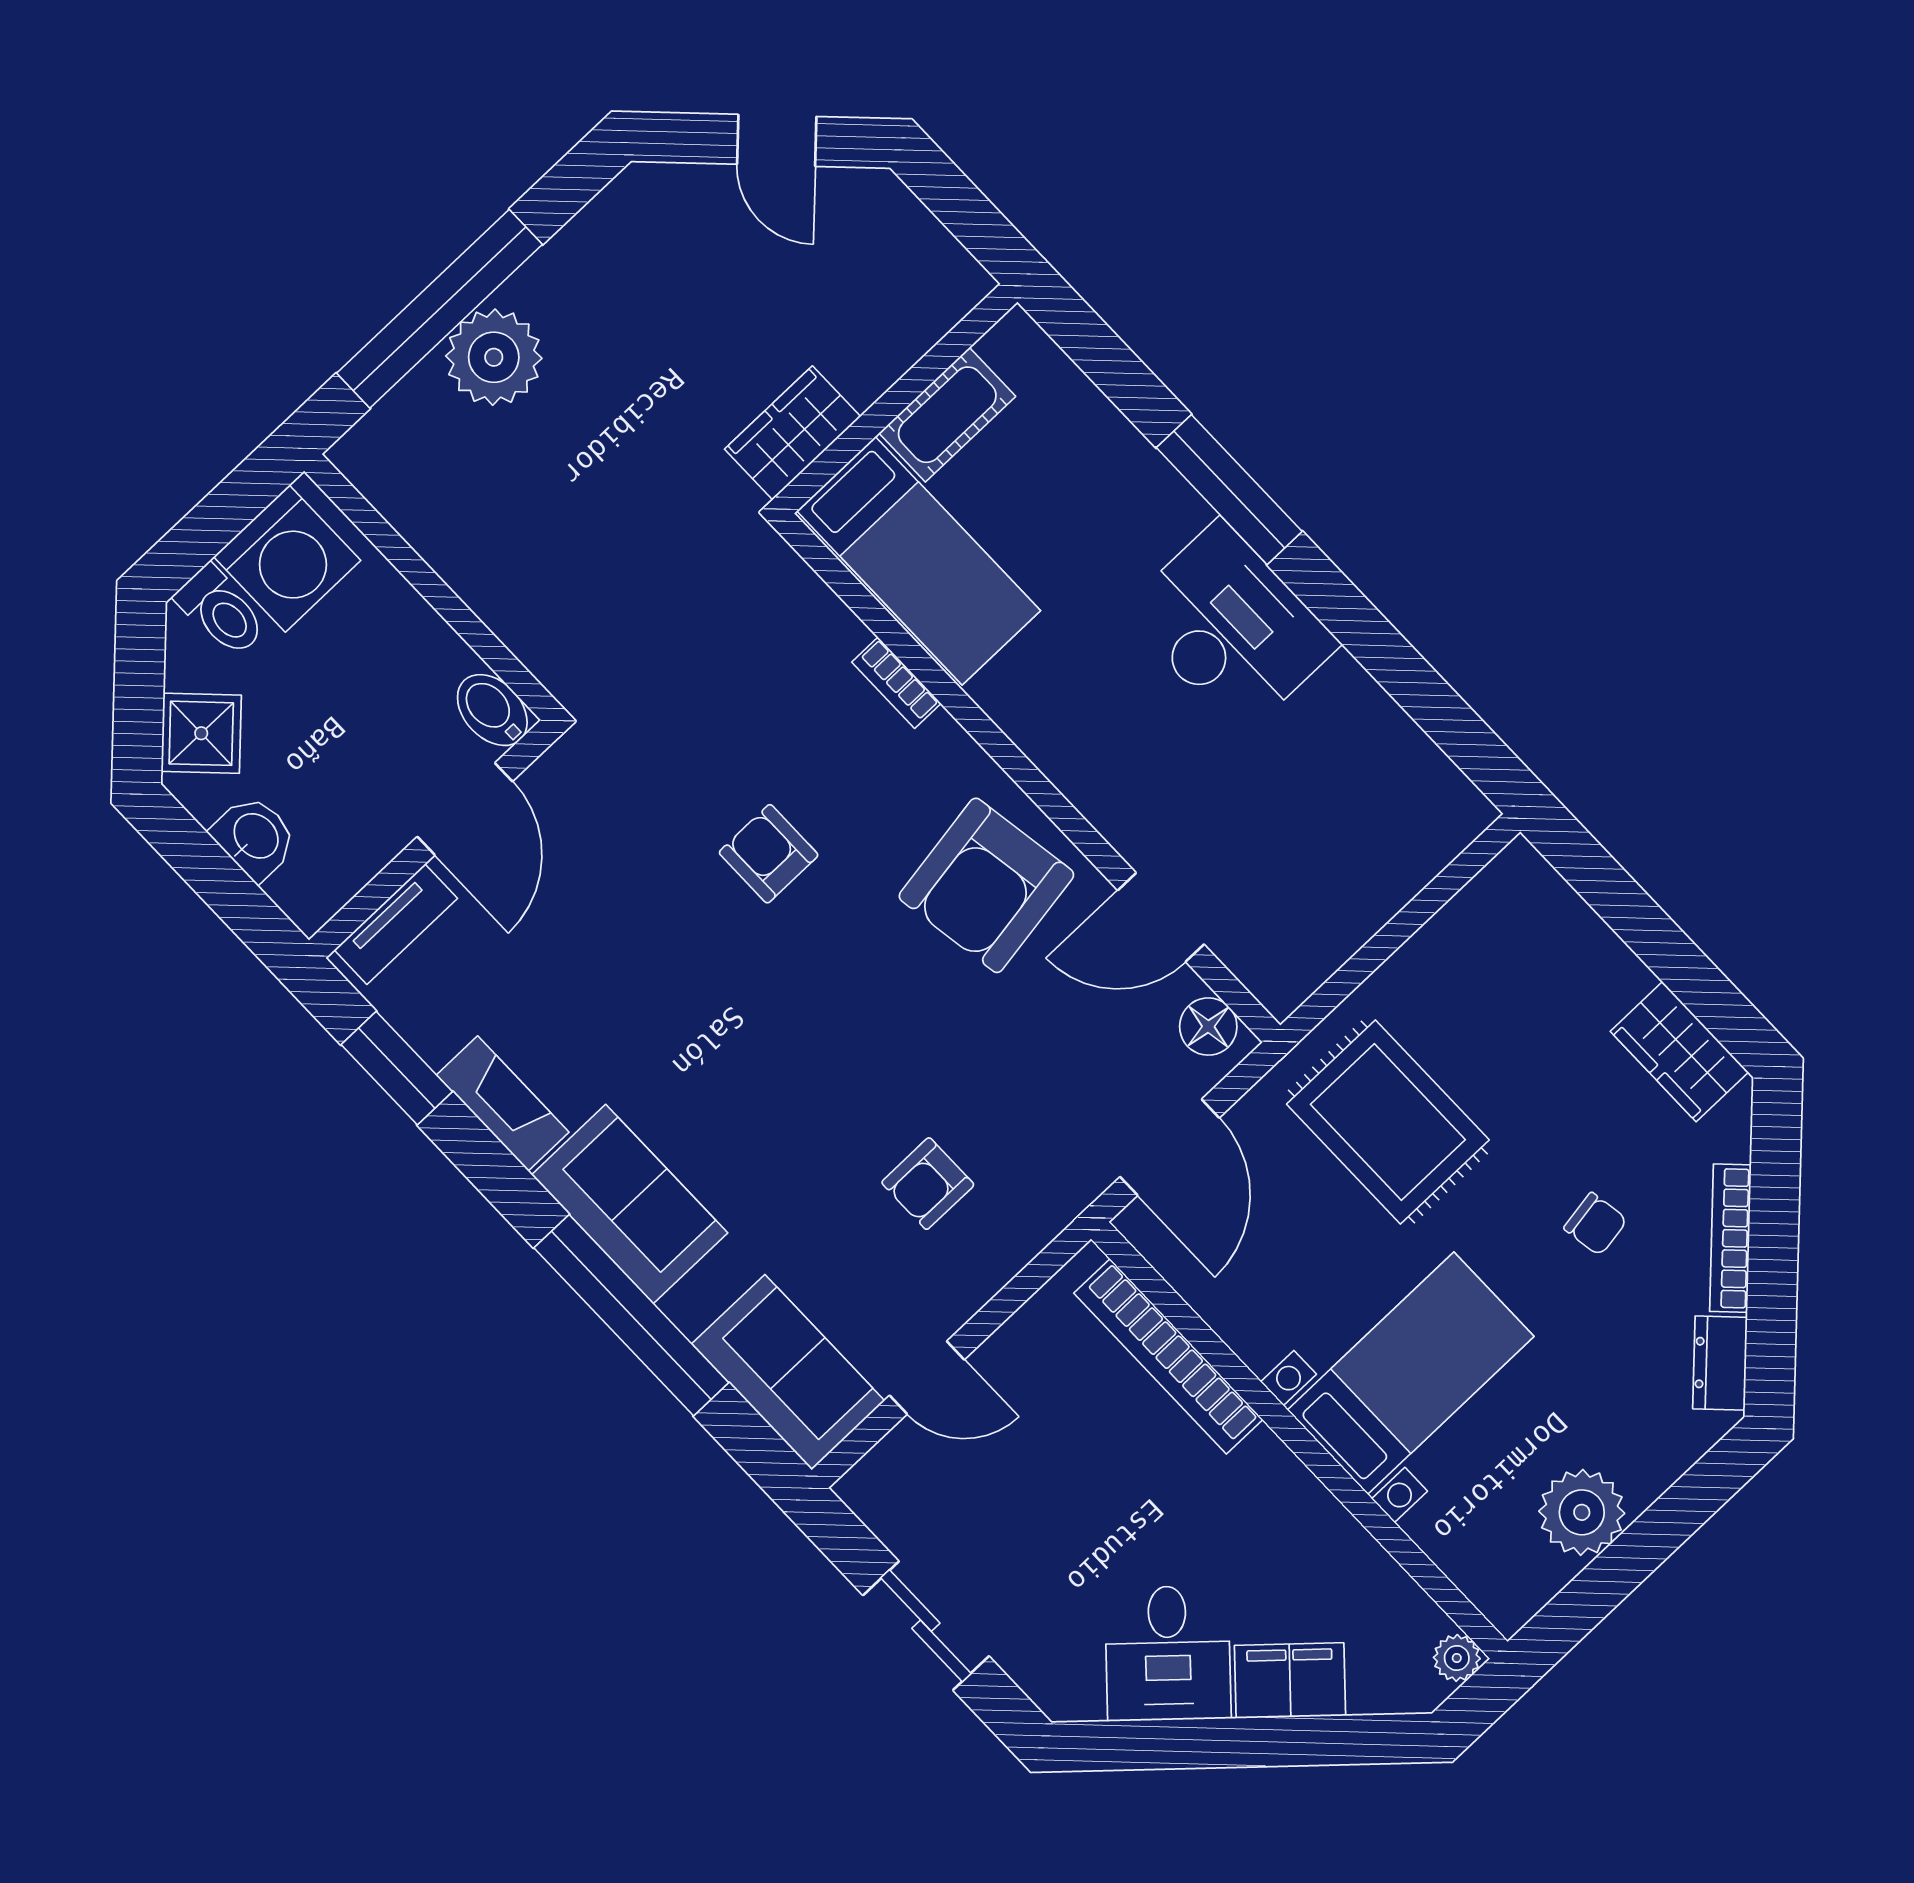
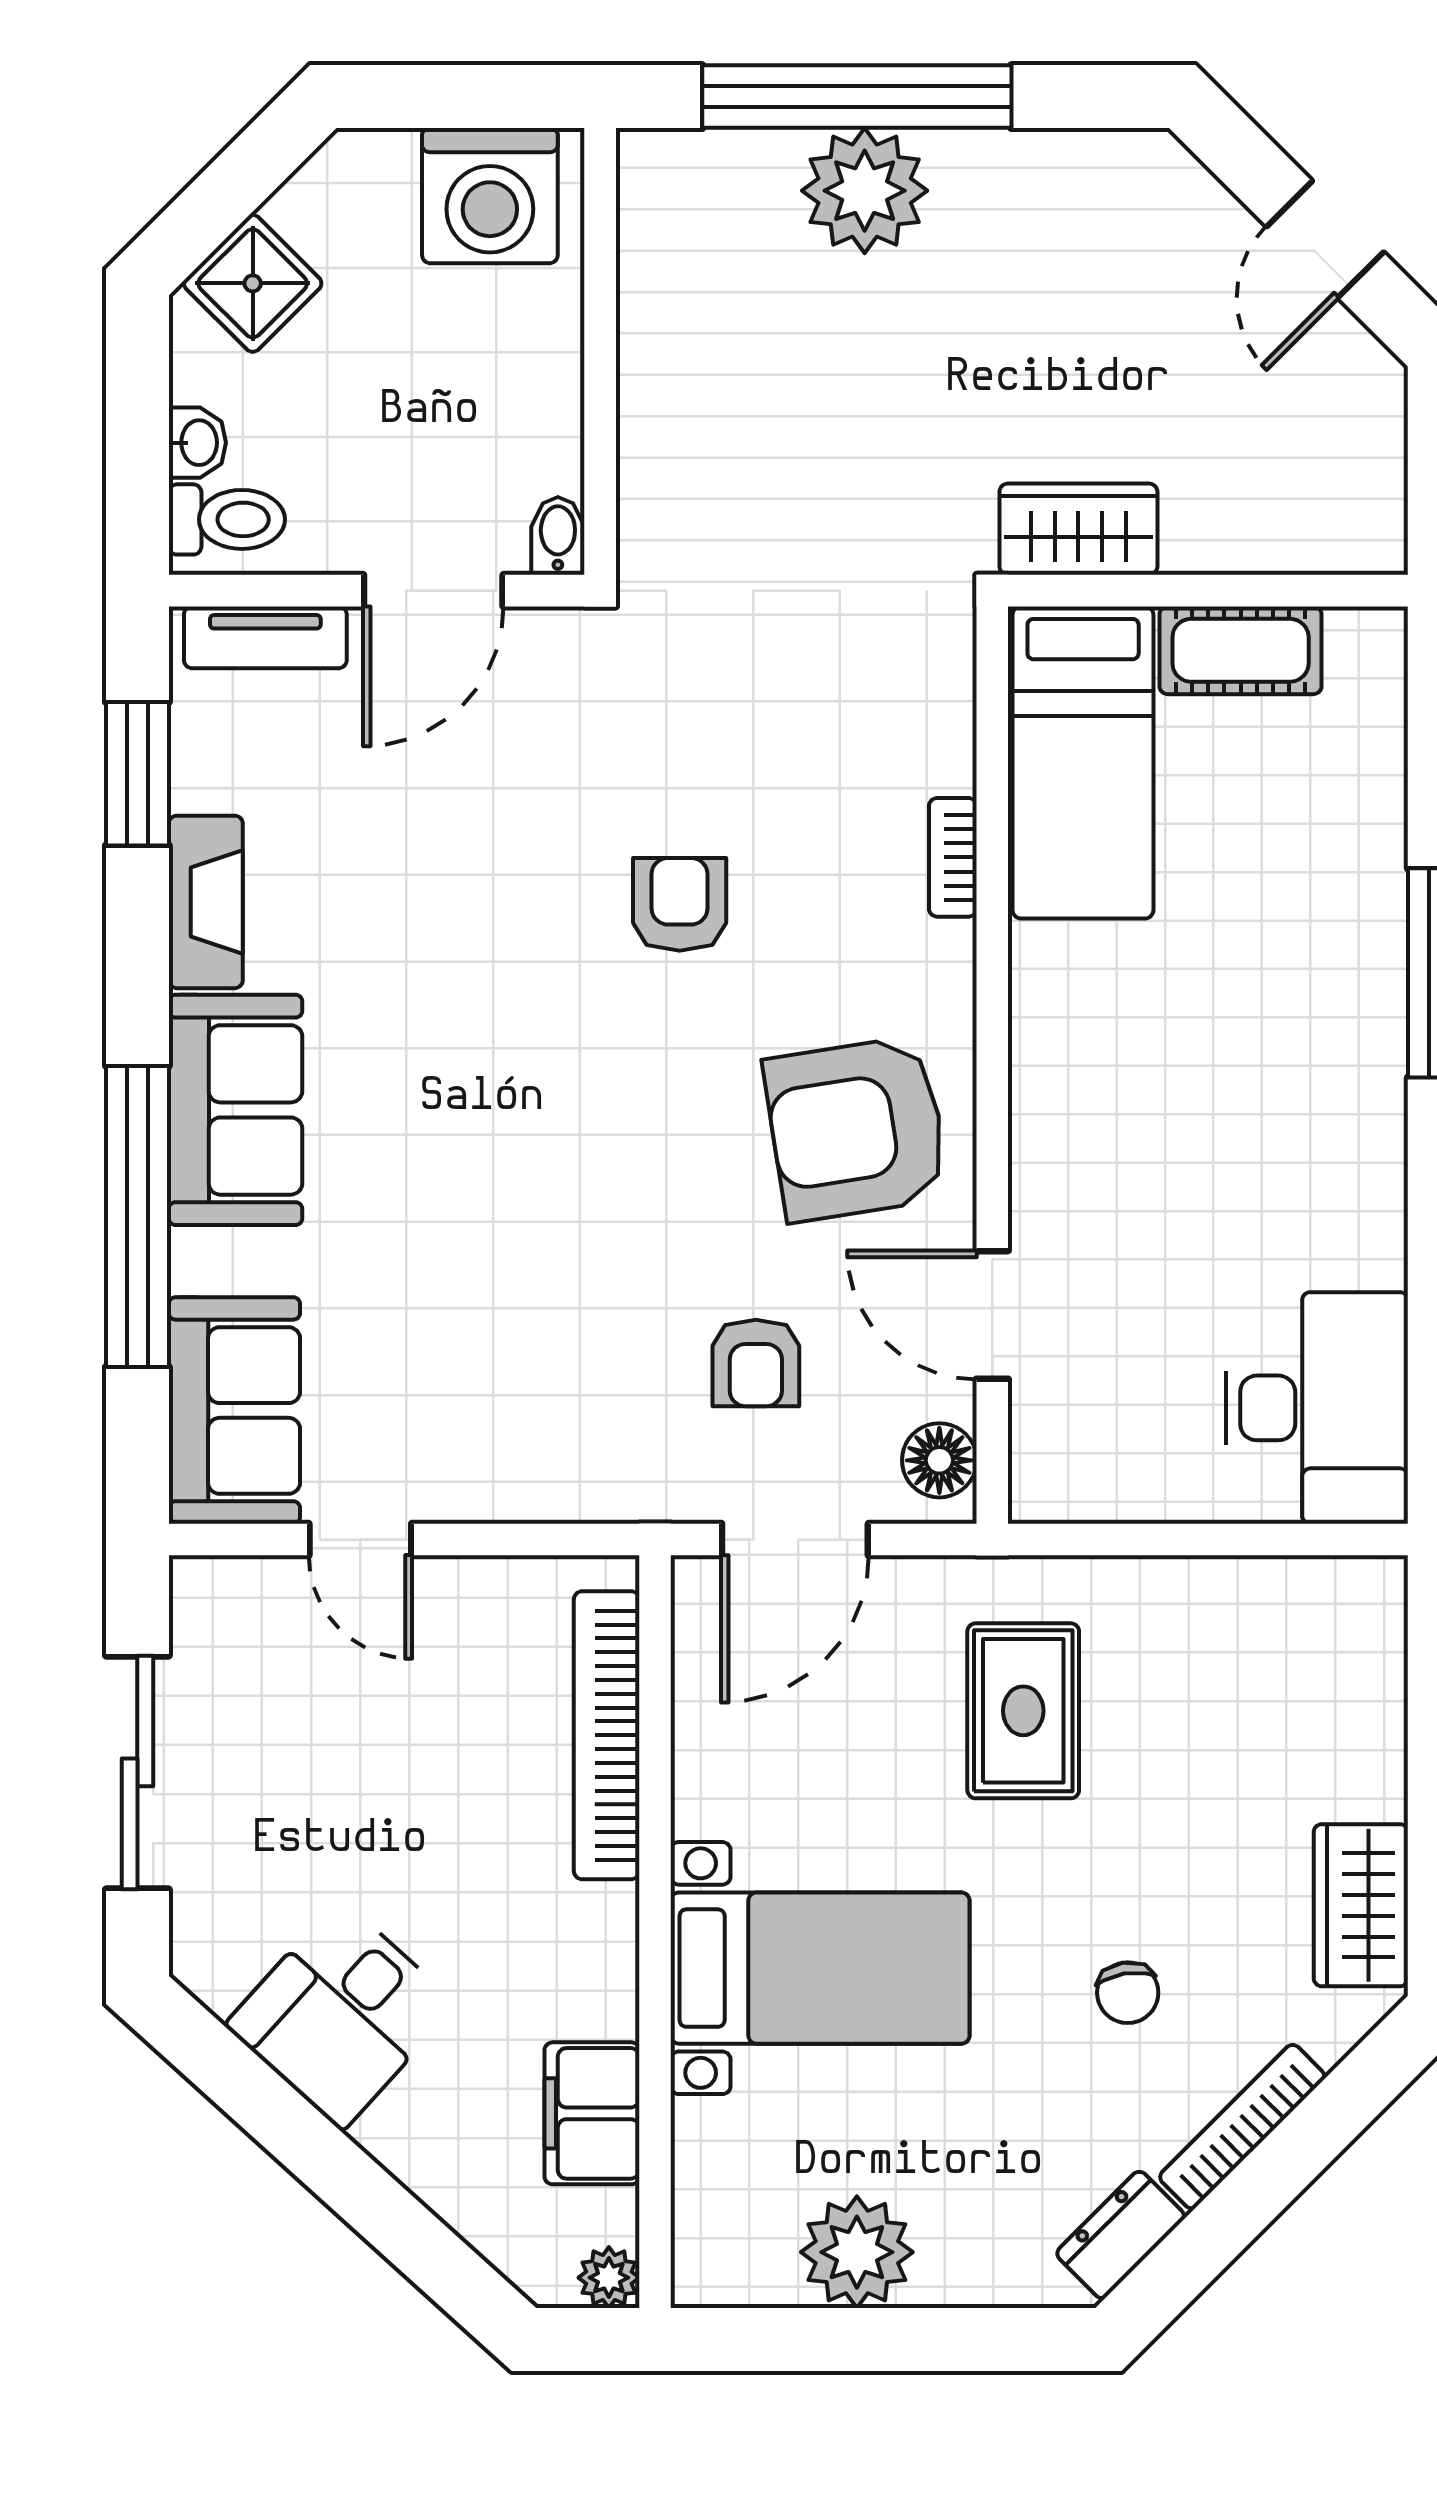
toilet: (221, 611) -> (227, 519), moved, turned -90
desk: (1230, 628) -> (1317, 1408), moved
bidet: (492, 710) -> (558, 536), width x0.72, depth x0.74
washbasin: (255, 837) -> (197, 443), width x0.72, depth x0.69
rug: (1388, 1122) -> (1023, 1711), width x0.73, depth x0.70
armchair: (928, 1184) -> (756, 1363), moved, turned -90
sliding door: (926, 1626) -> (137, 1772), width x1.37
filing cabinet: (1290, 1681) -> (592, 2113), moved, turned -132

